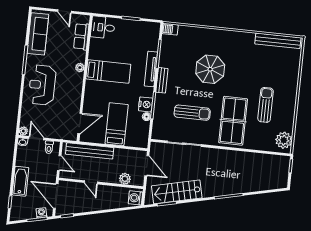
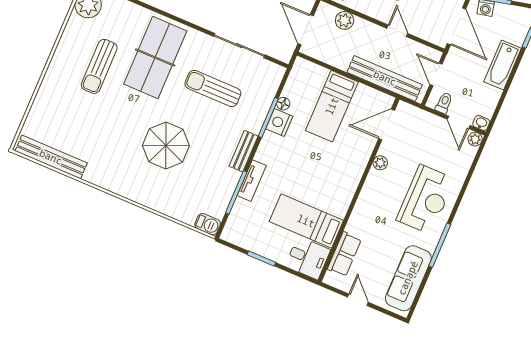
plant: (80, 68) -> (380, 163), moved
tv unit: (151, 69) -> (252, 181), width x0.71
bed: (108, 72) -> (306, 221), moved

